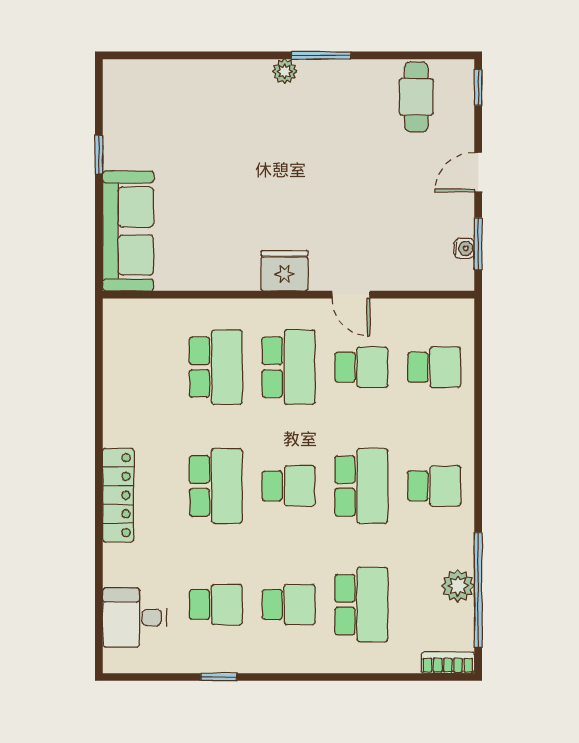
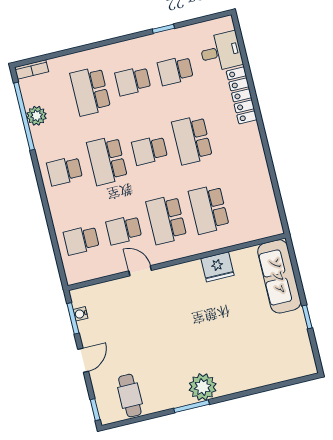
plant: (285, 71) -> (203, 387), width x1.88, depth x1.88
fridge: (285, 271) -> (218, 267), moved
locker: (118, 495) -> (242, 95), moved

